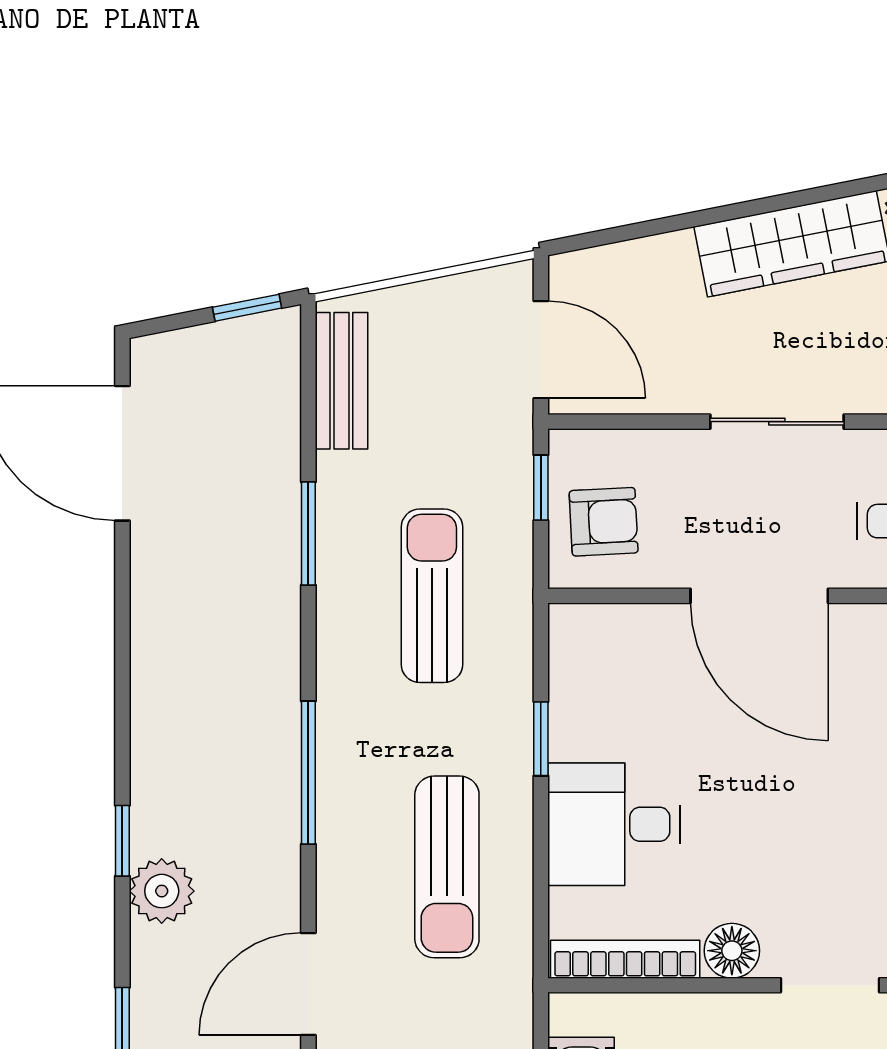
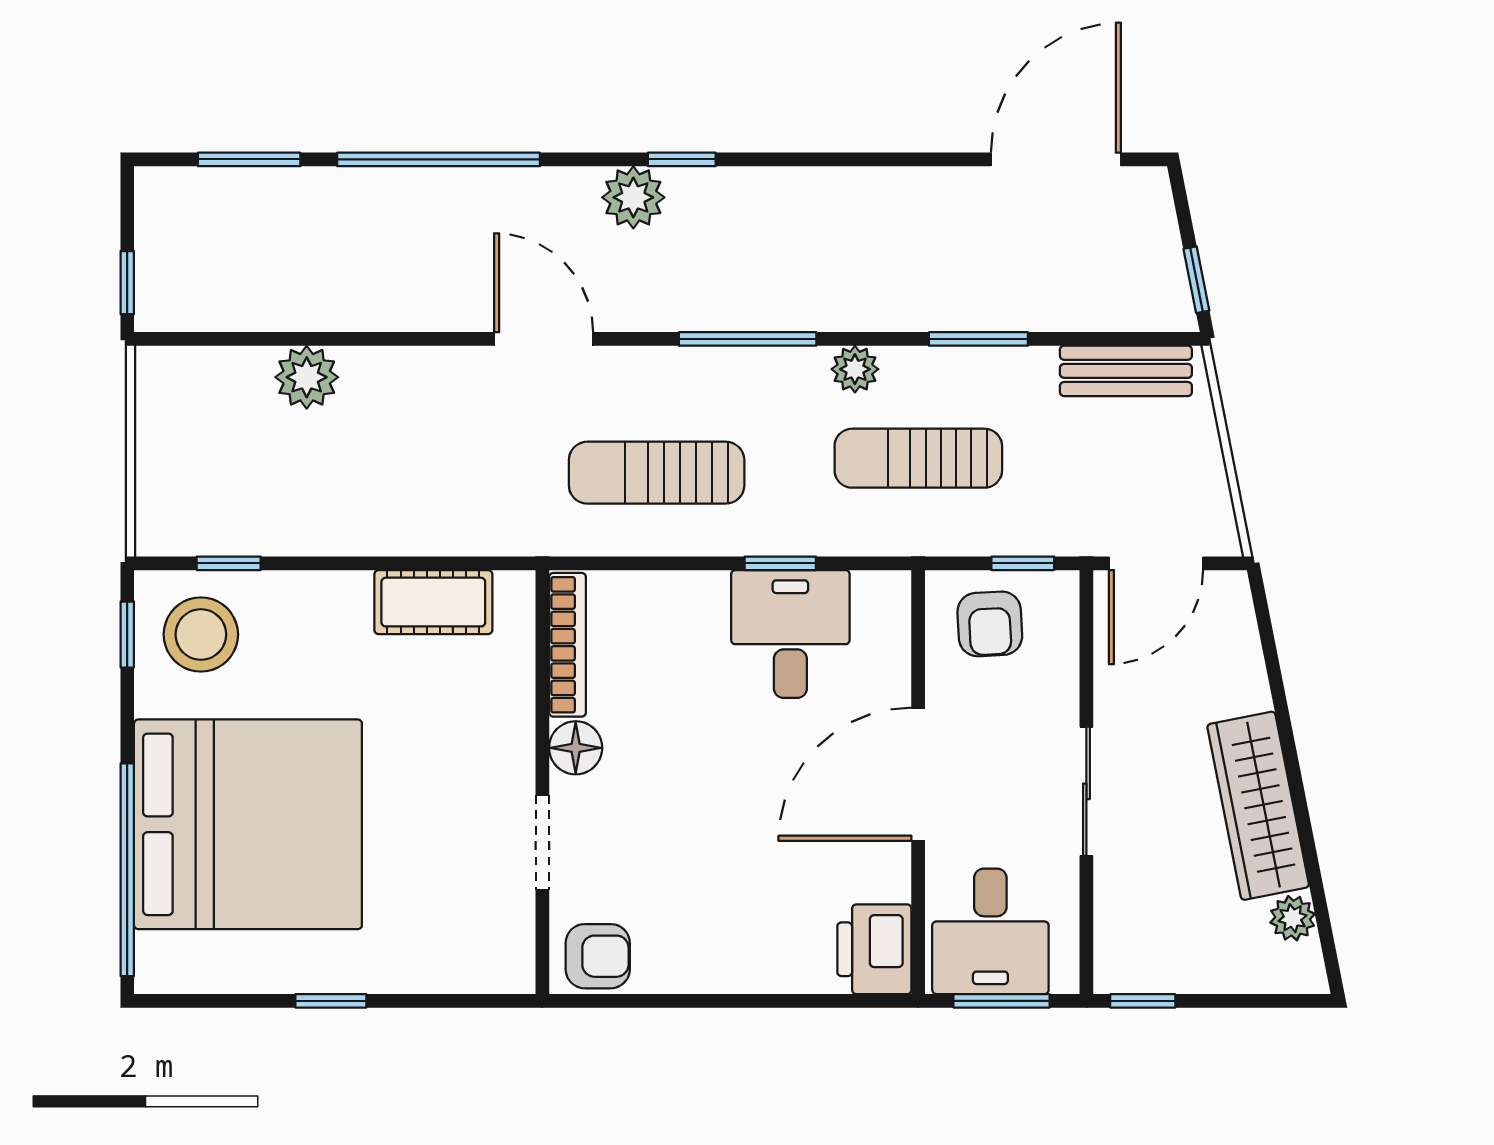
sun lounger: (432, 596) -> (918, 458), turned 180
plant: (340, 661) -> (855, 369), added
desk: (614, 824) -> (790, 634), moved

